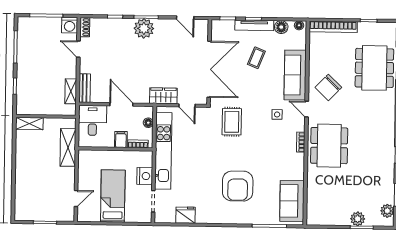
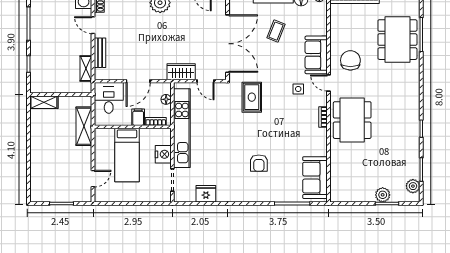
sofa: (295, 75) -> (316, 55), width x0.73
chair: (328, 87) -> (350, 60), turned 136
bench: (85, 88) -> (100, 53), moved
door: (121, 104) -> (138, 81), swing flipped
armchair: (238, 186) -> (259, 163), width x0.53, depth x0.53
bed: (113, 196) -> (127, 155), moved, turned 180

